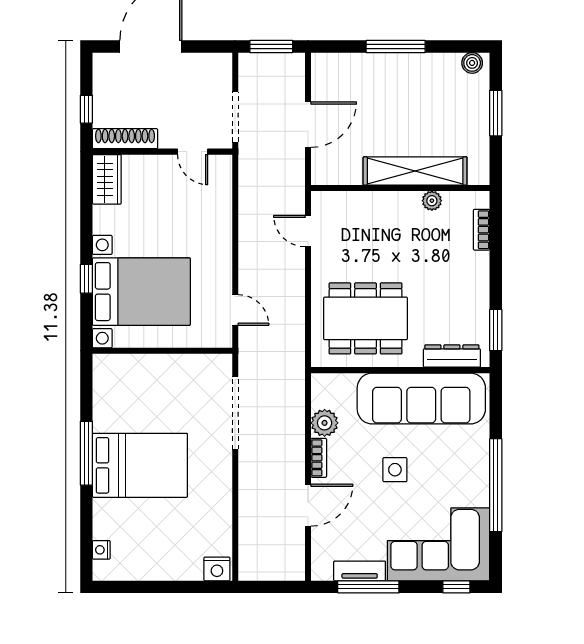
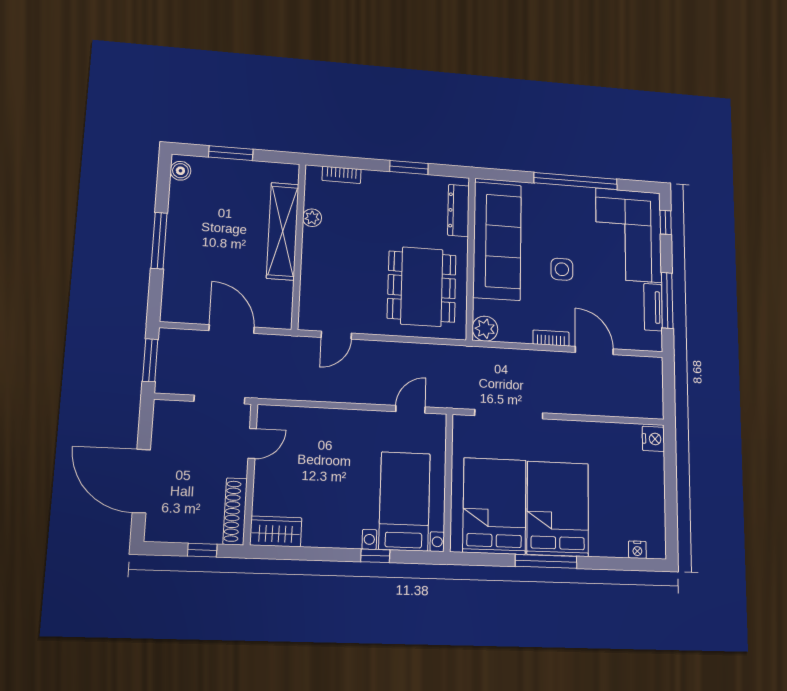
bed with nightstands: (141, 292) -> (404, 501), width x0.73
window: (496, 330) -> (409, 168), moved
bed: (140, 399) -> (494, 506), added
plant: (325, 423) -> (485, 329), moved

